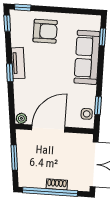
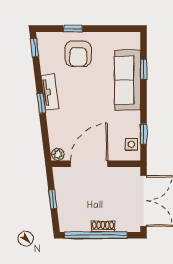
window: (23, 7) -> (73, 29), moved
armchair: (45, 31) -> (78, 54), turned 90
window: (103, 37) -> (144, 69), moved
window: (14, 157) -> (53, 199), width x0.67

